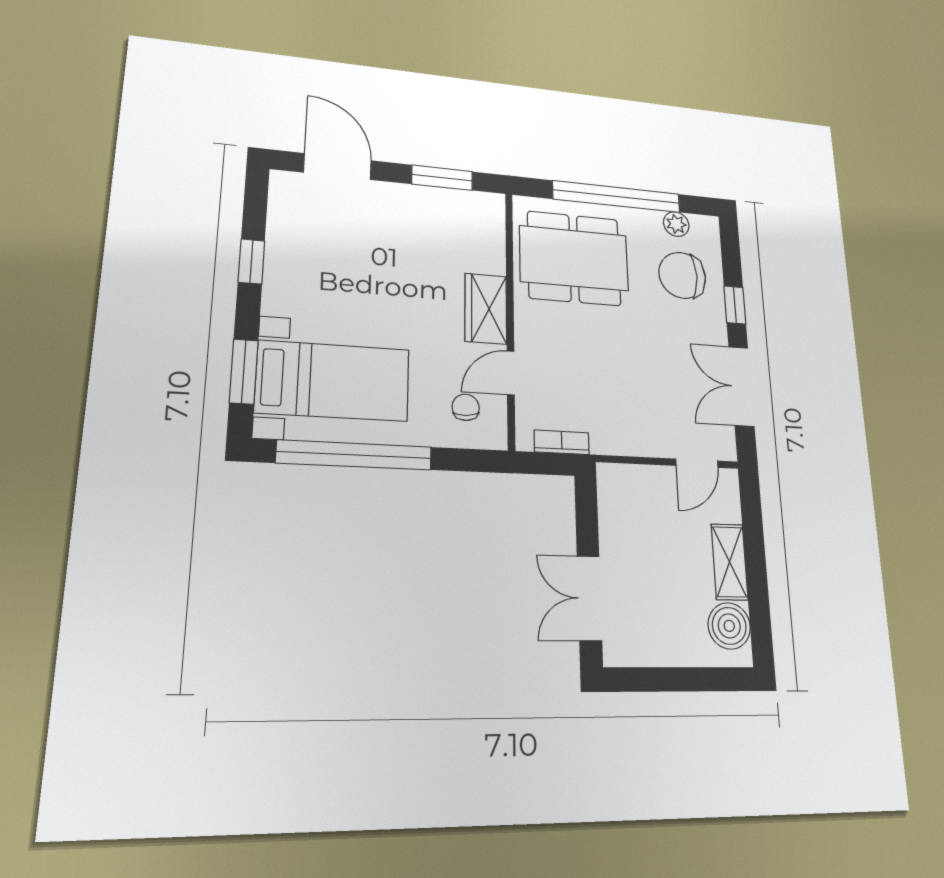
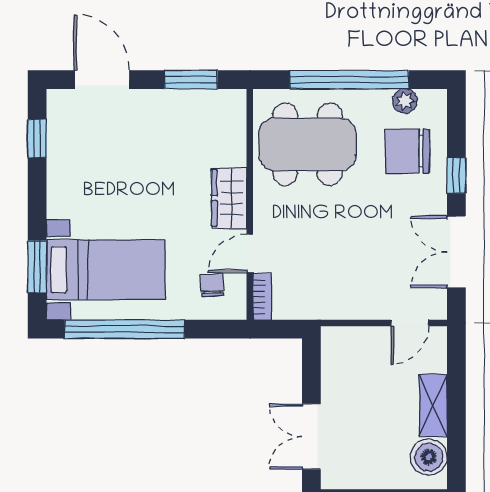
window: (251, 261) -> (37, 138), moved
bookcase: (562, 442) -> (262, 297), moved, turned 90

